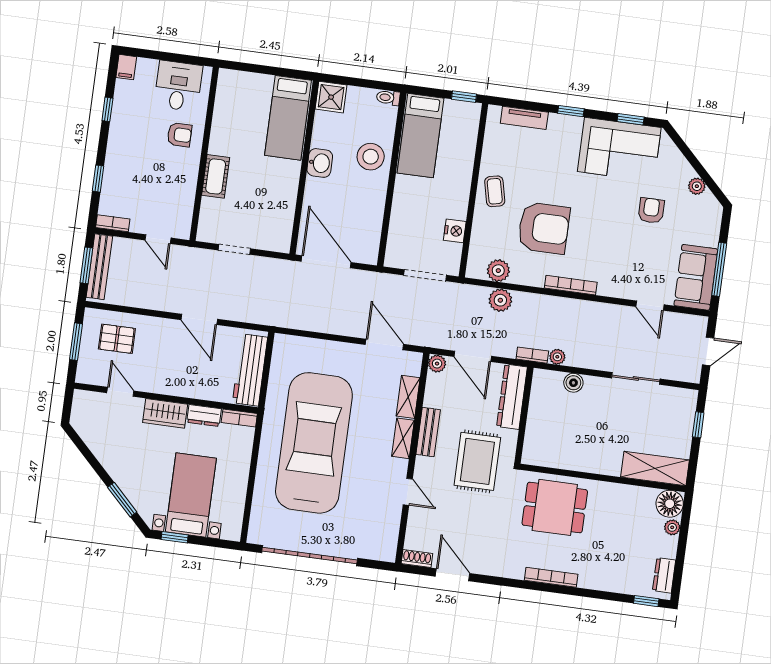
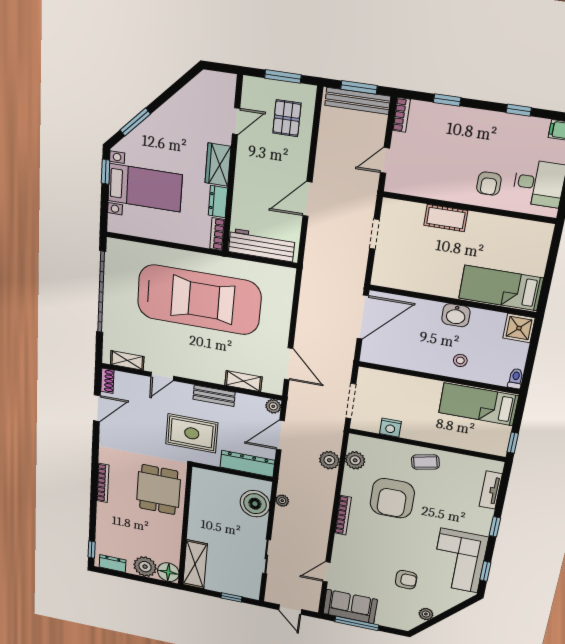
stool: (371, 157) -> (460, 360), width x0.53, depth x0.53
door: (384, 344) -> (289, 364), hinge flipped
bookcase: (532, 355) -> (283, 482), removed
boiler: (573, 383) -> (255, 504), width x1.86, depth x1.86
shelving: (403, 438) -> (127, 360), moved
plant: (672, 527) -> (145, 567), width x1.87, depth x1.87

